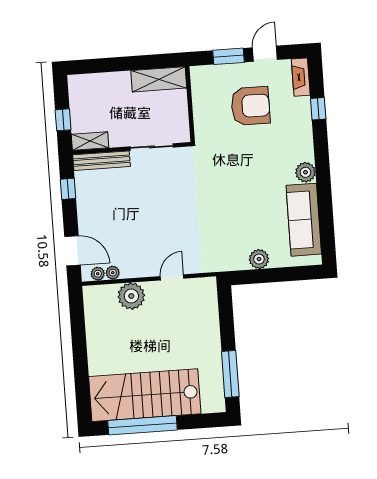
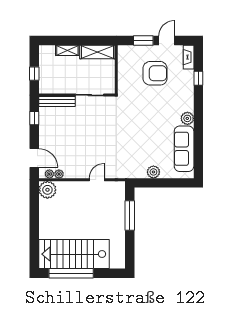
shelving: (90, 141) -> (67, 50), moved
plant: (131, 296) -> (47, 190), moved
window: (230, 374) -> (130, 215), moved

